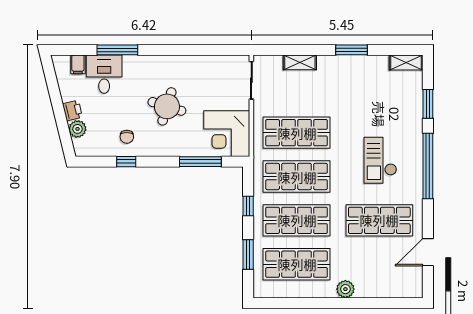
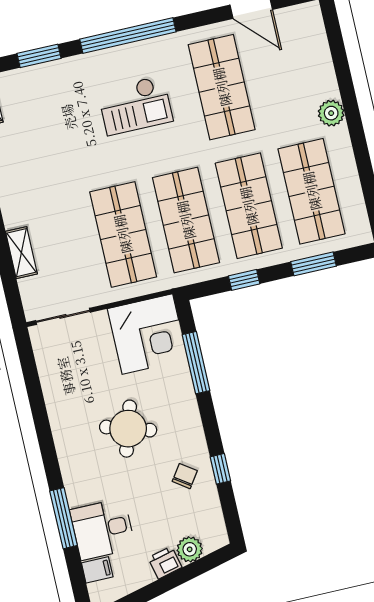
chair: (127, 137) -> (185, 476), turned -55

